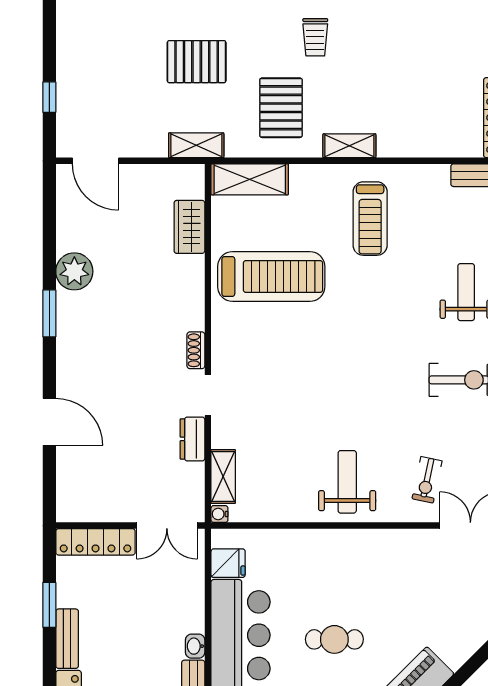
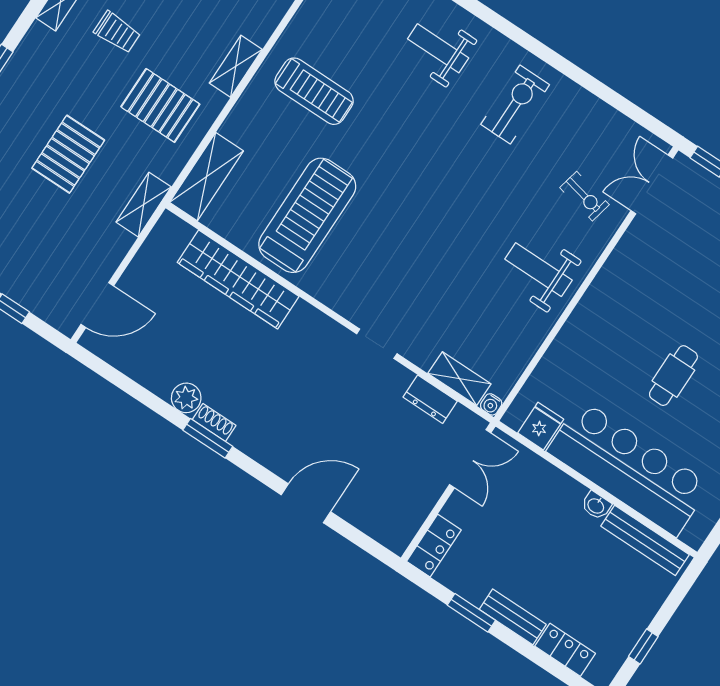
wardrobe: (189, 227) -> (238, 279), width x2.10, depth x1.17
plant: (74, 271) -> (186, 398), width x0.73, depth x0.73
shoe rack: (196, 350) -> (214, 422), moved, turned 180
dresser: (192, 439) -> (430, 399), moved
locker: (96, 542) -> (434, 546), width x0.66

